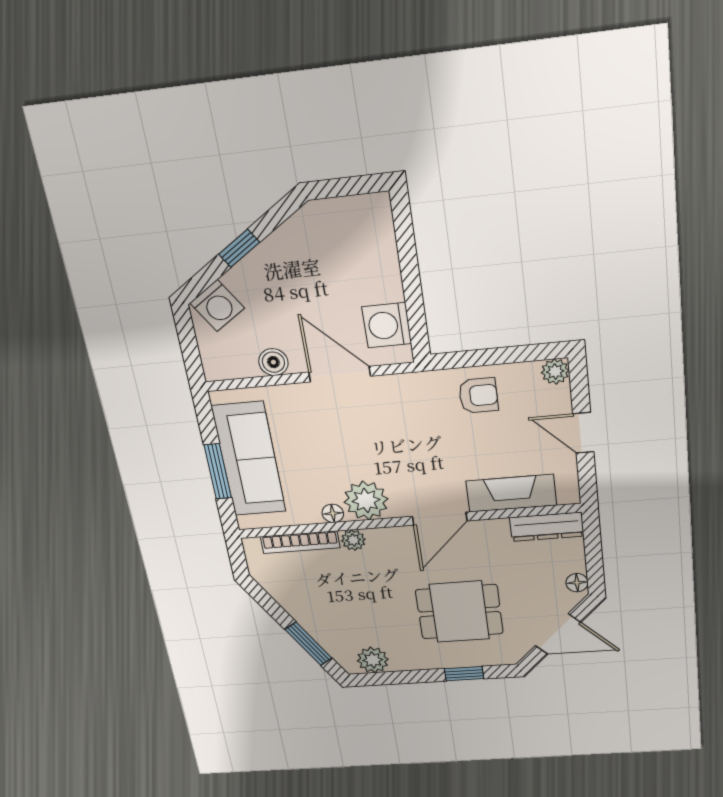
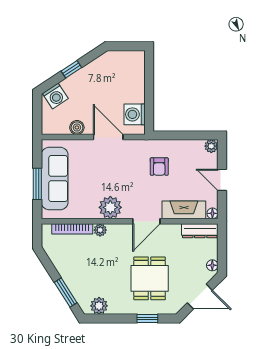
armchair: (478, 395) -> (159, 167), moved, turned 90
floor lamp: (333, 513) -> (212, 213), moved
dining table: (459, 612) -> (150, 278), turned 90

